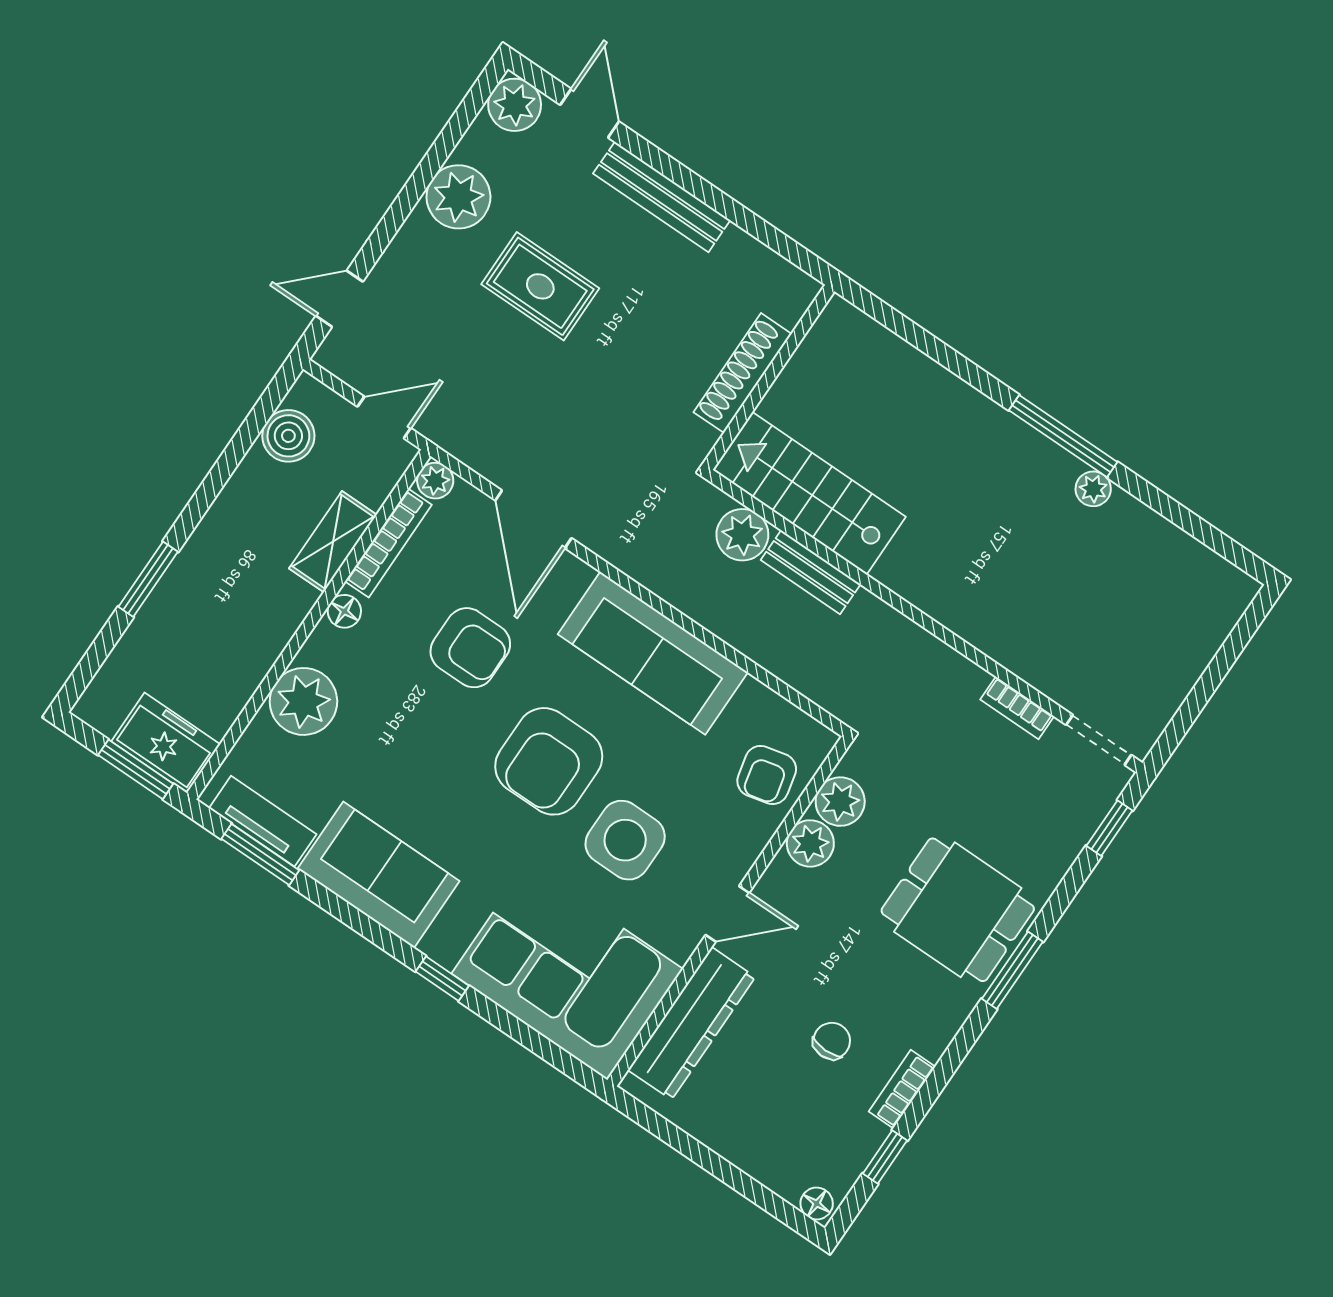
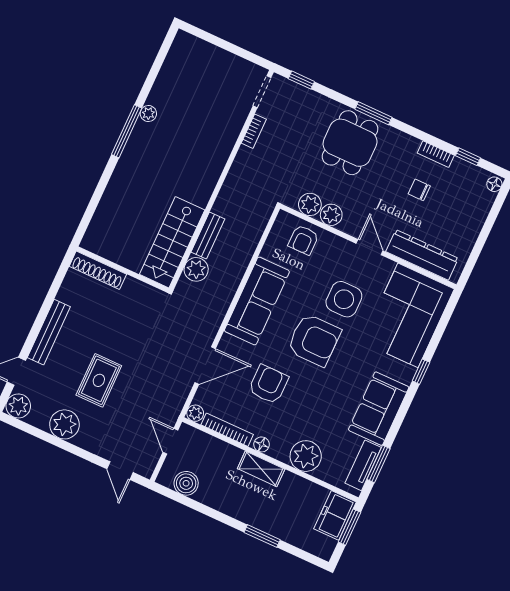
shoe rack: (743, 373) -> (98, 270), moved
shelving: (333, 542) -> (261, 469), moved
armchair: (767, 775) -> (303, 240), turned 103

